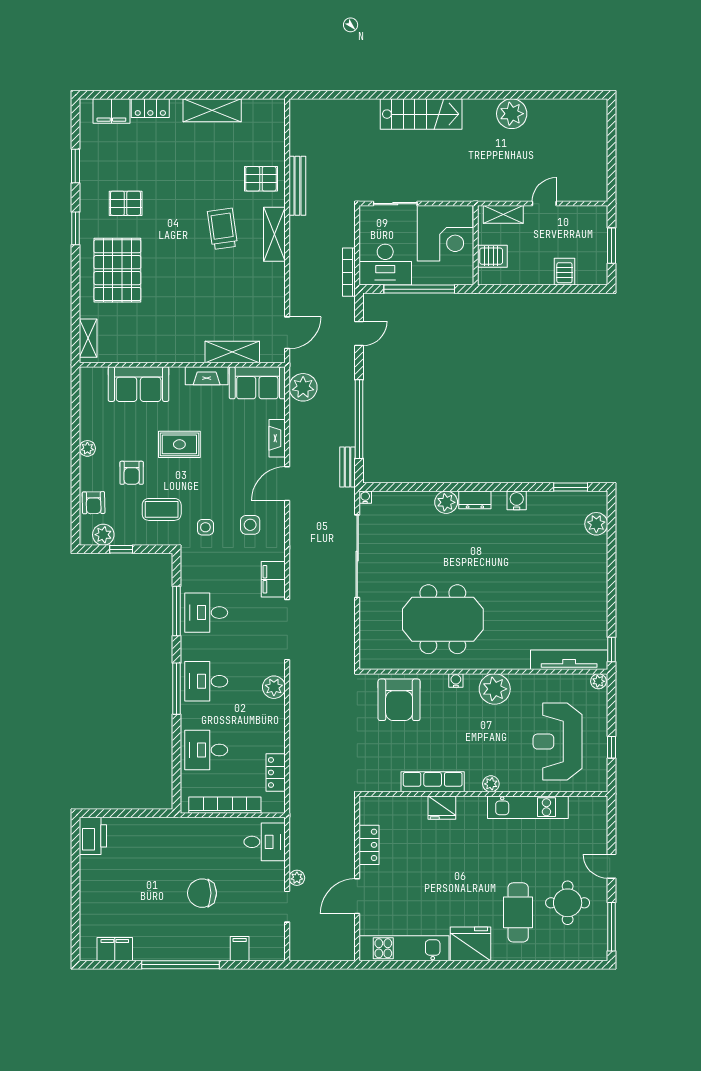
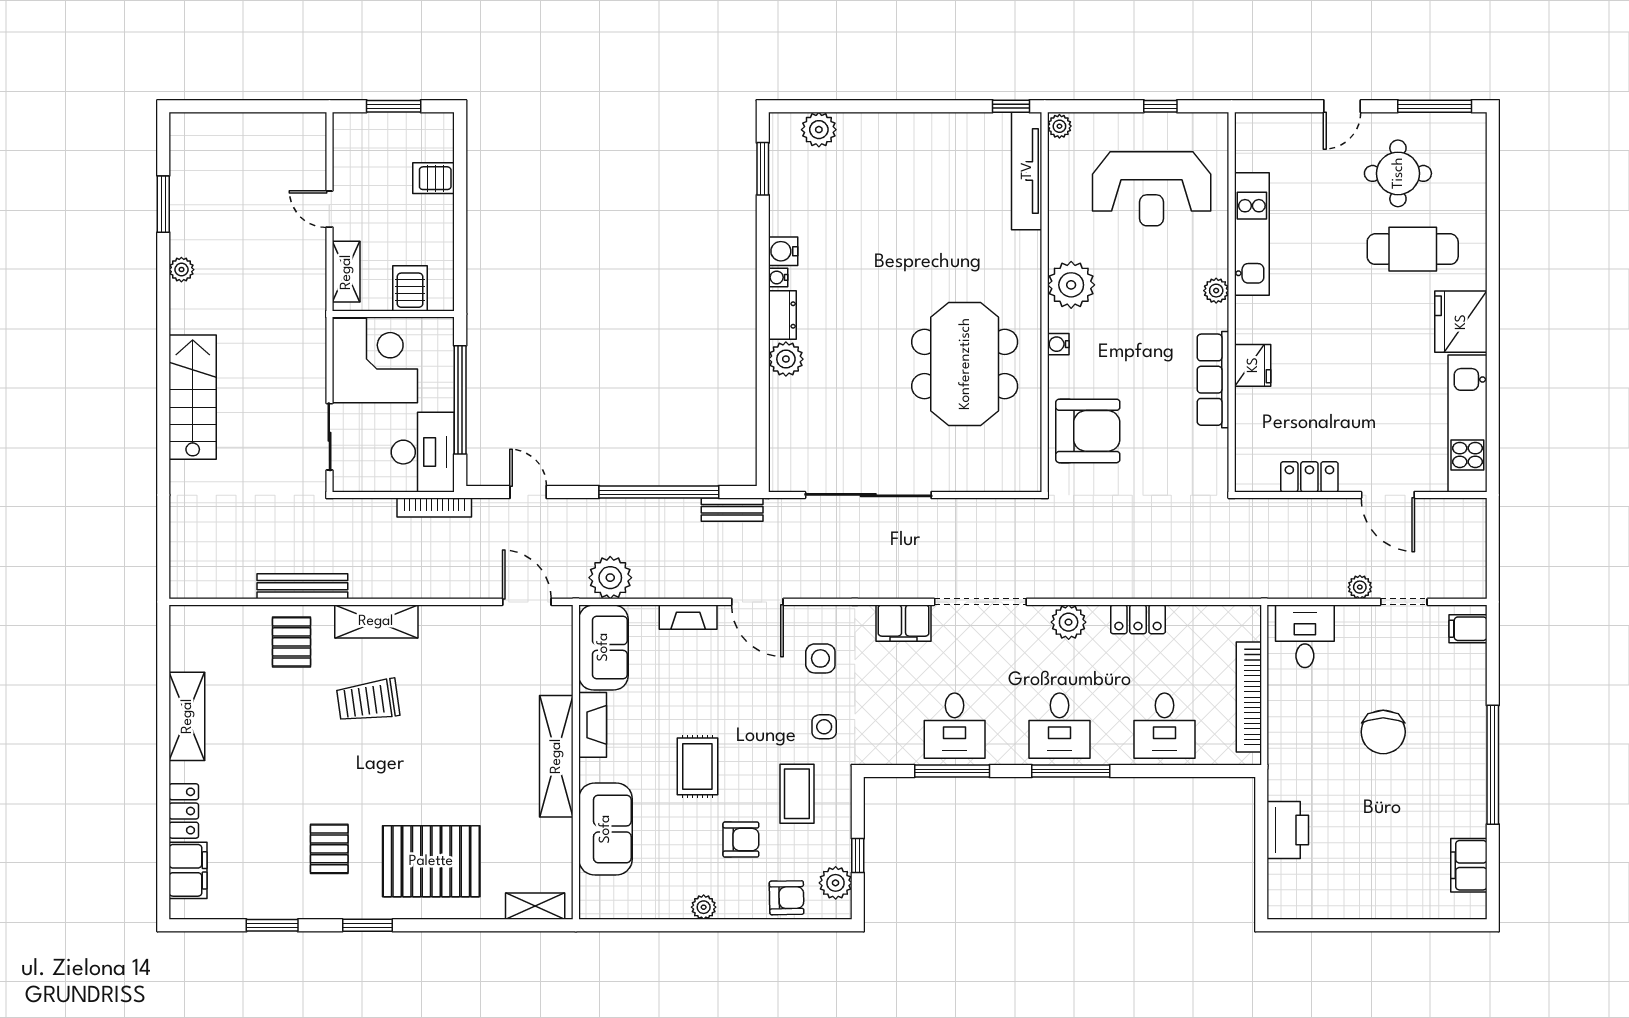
window: (548, 95) -> (163, 204), added
plant: (512, 114) -> (181, 270), width x0.53, depth x0.53
shelving: (232, 352) -> (556, 756), moved, width x1.47
water cooler: (365, 497) -> (778, 277), moved
locker: (276, 772) -> (1138, 619), moved
printer: (93, 836) -> (1288, 830), moved, turned 90
filing cabinet: (240, 949) -> (1468, 629), moved

